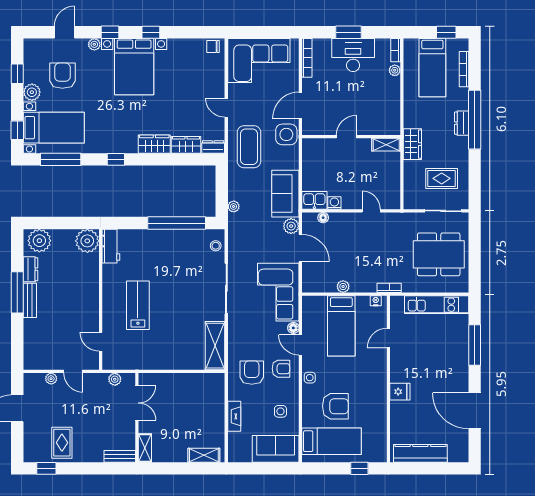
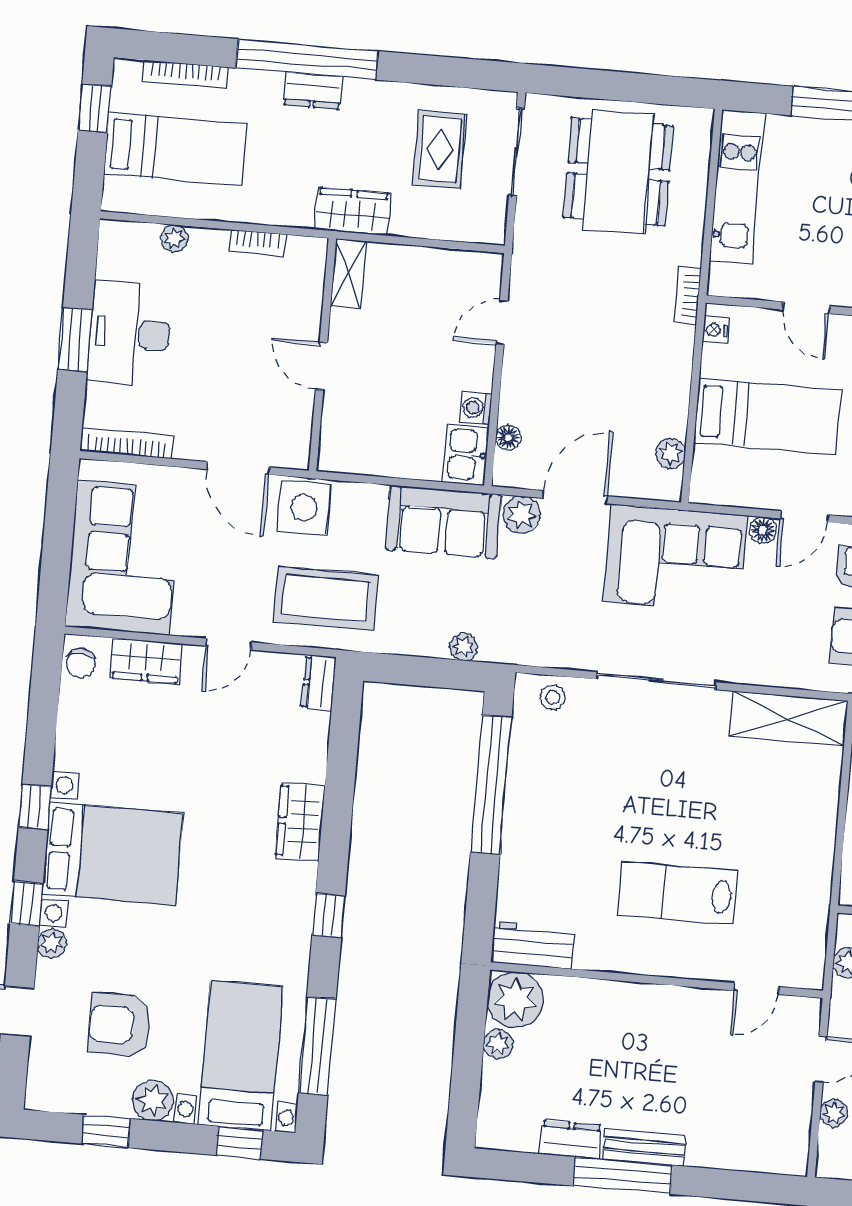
bookcase: (396, 50) -> (257, 243), moved
wardrobe: (186, 145) -> (146, 661), moved, turned -90
plant: (39, 241) -> (498, 1044), moved, width x0.53, depth x0.53
plant: (343, 286) -> (671, 453), moved

